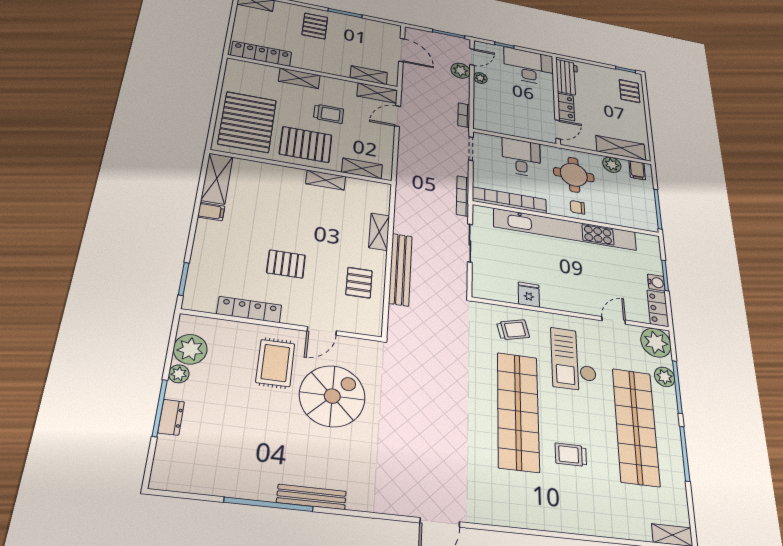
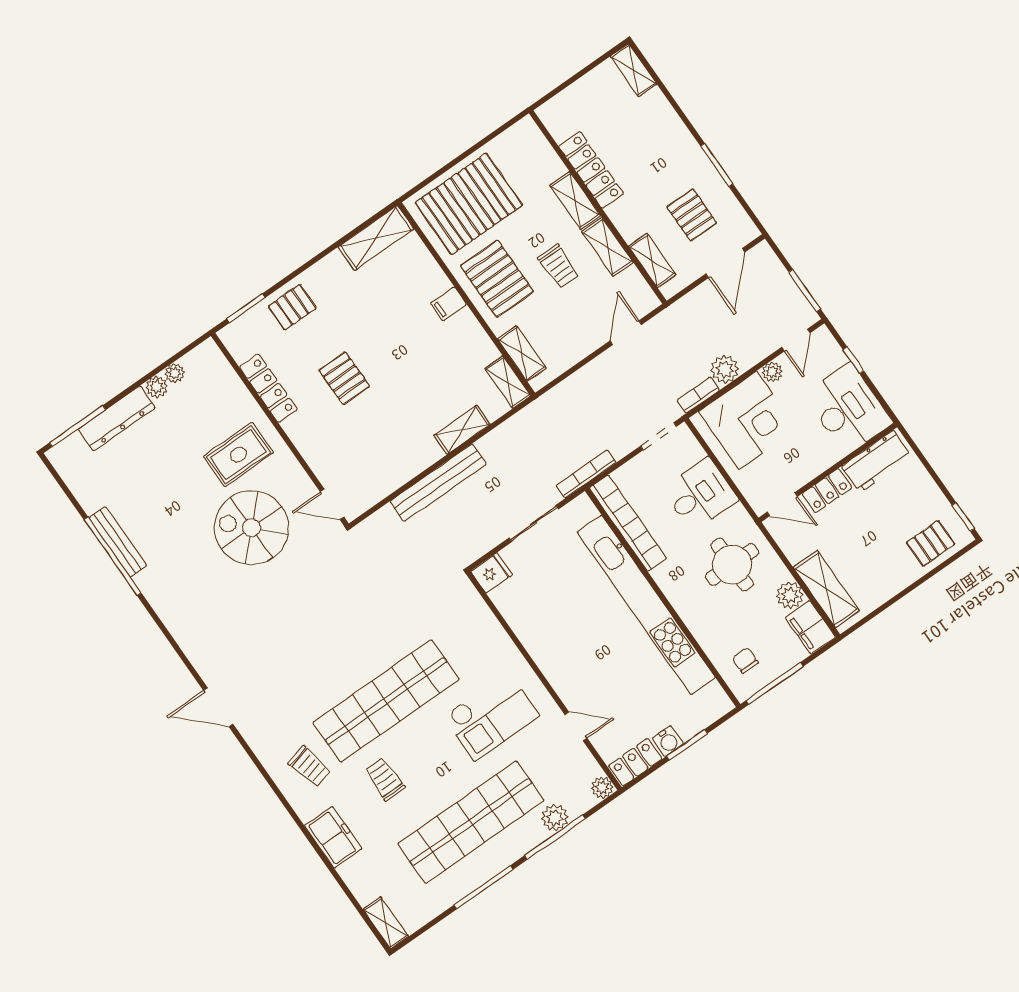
pallet: (315, 26) -> (692, 215), moved, turned 90
locker: (261, 54) -> (591, 170), moved
door: (472, 57) -> (796, 340), hinge flipped
plant: (461, 71) -> (725, 369), moved
shelving: (377, 93) -> (607, 247), moved
corner desk: (498, 107) -> (748, 420), added
door: (398, 116) -> (626, 333), hinge flipped
filing cabinet: (637, 170) -> (810, 627), width x2.00
shelving: (326, 180) -> (508, 382), moved
chair: (577, 207) -> (745, 660), moved
filing cabinet: (211, 212) -> (449, 304), moved, turned 90
pallet: (359, 283) -> (292, 307), moved
fridge: (529, 295) -> (492, 573), moved
trolley: (513, 330) -> (310, 767), moved
door: (322, 331) -> (332, 504), moved
plant: (656, 343) -> (602, 788), width x0.53, depth x0.53
plant: (190, 349) -> (175, 373), width x0.53, depth x0.53
checkout: (574, 360) -> (491, 716), turned 180
spiral stairs: (332, 396) -> (252, 528), turned 180
window: (160, 408) -> (78, 426), moved
dresser: (171, 417) -> (117, 418), width x1.96, depth x1.24
bench: (312, 497) -> (118, 542), moved
freezer: (589, 521) -> (333, 837), added

